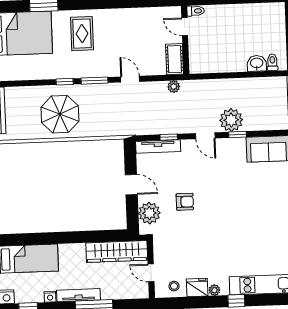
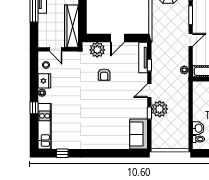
door: (151, 273) -> (56, 49), swing flipped

